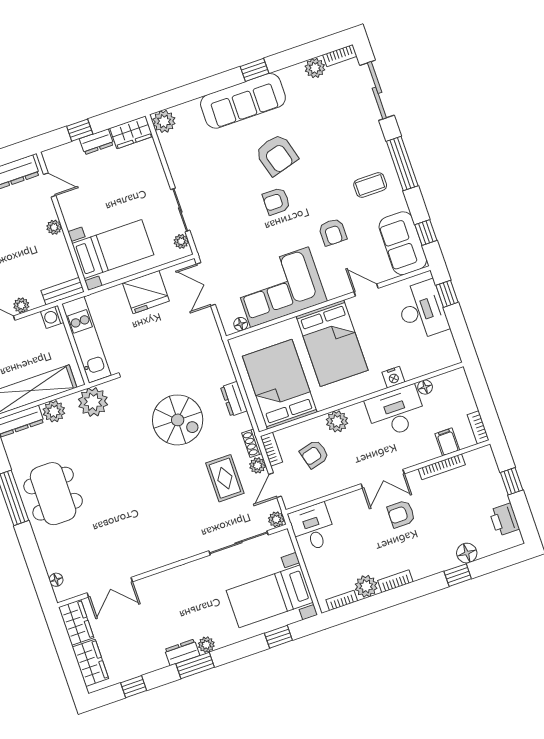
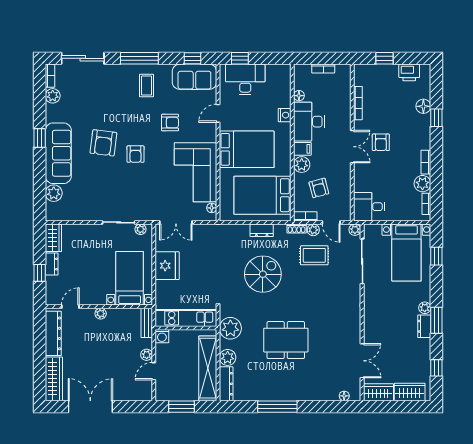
plant: (164, 121) -> (54, 193), moved
armchair: (277, 155) -> (103, 143), turned 113
bookcase: (478, 427) -> (323, 69), moved
filing cabinet: (447, 442) -> (302, 149), moved, turned 180
dining table: (53, 494) -> (286, 340), moved

